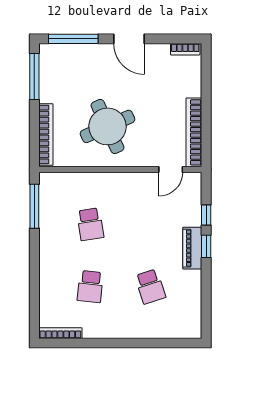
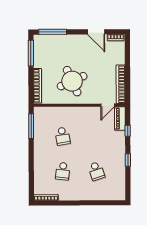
door: (129, 39) -> (96, 32), moved
window: (206, 246) -> (128, 160), moved
piano: (192, 248) -> (120, 119), moved

